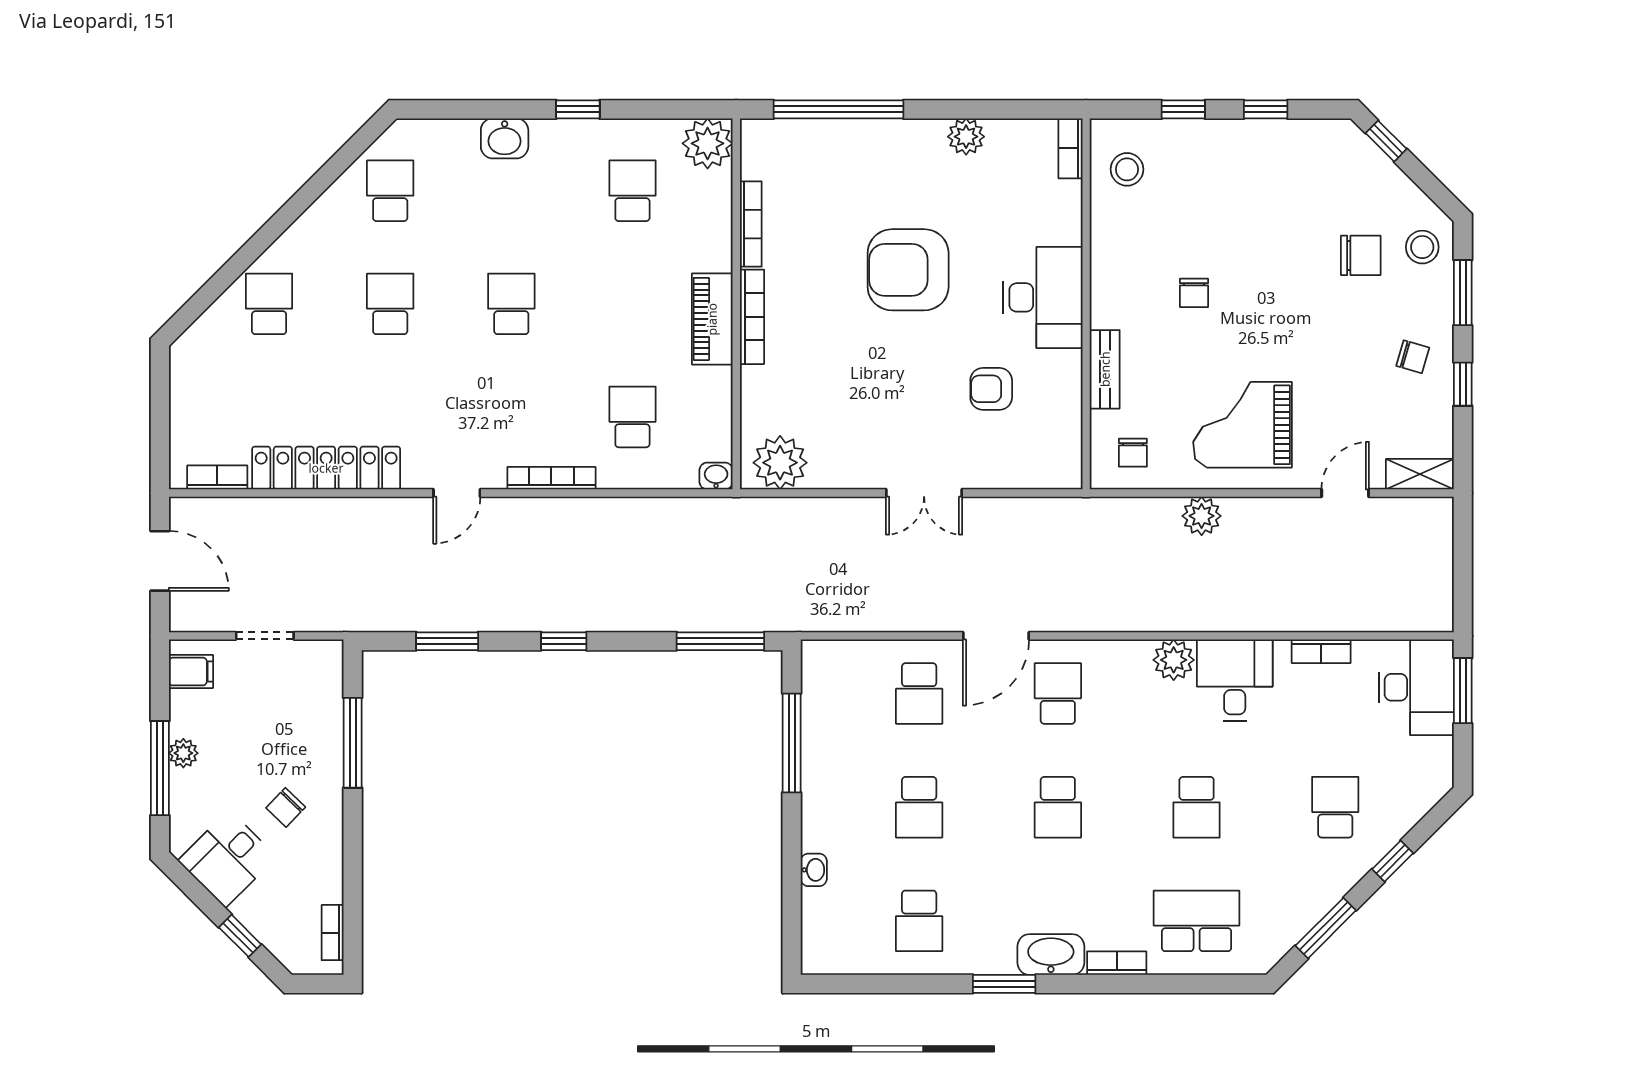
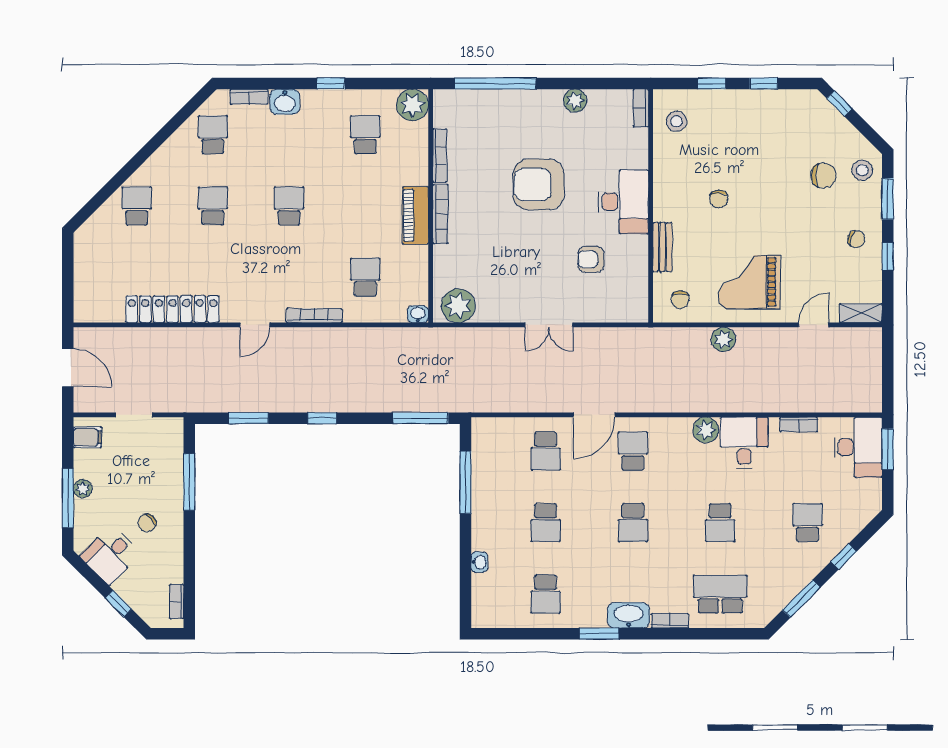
bookcase: (217, 477) -> (249, 97), moved, turned 180

